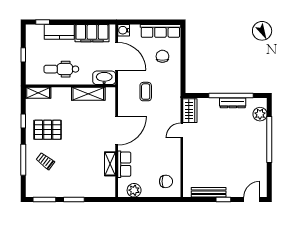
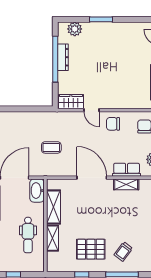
chair: (162, 56) -> (113, 124), moved
shelving: (38, 93) -> (53, 238), moved
pallet: (48, 130) -> (91, 249), turned 90
window: (269, 140) -> (101, 19), width x0.47

